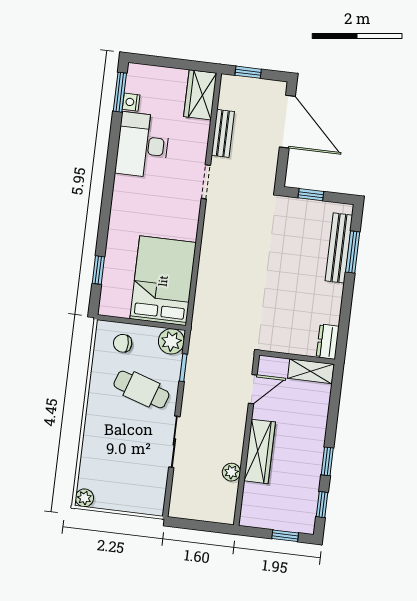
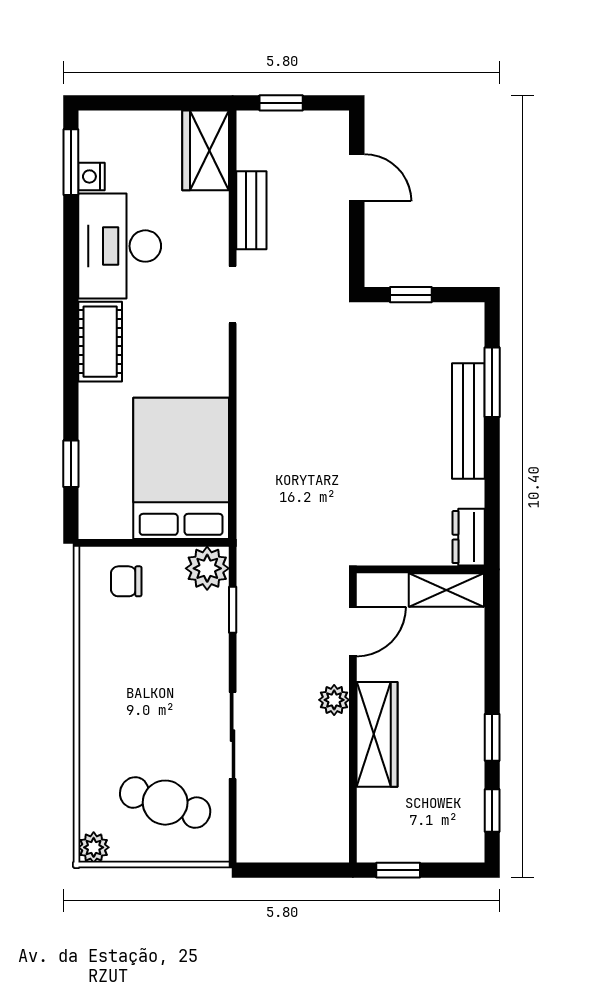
door: (287, 122) -> (357, 178), width x0.53
cot: (124, 200) -> (100, 342), added
bench: (339, 248) -> (468, 421), moved
cafe table: (141, 389) -> (165, 803), moved
plant: (231, 472) -> (334, 700), moved
window: (285, 536) -> (398, 870), moved

